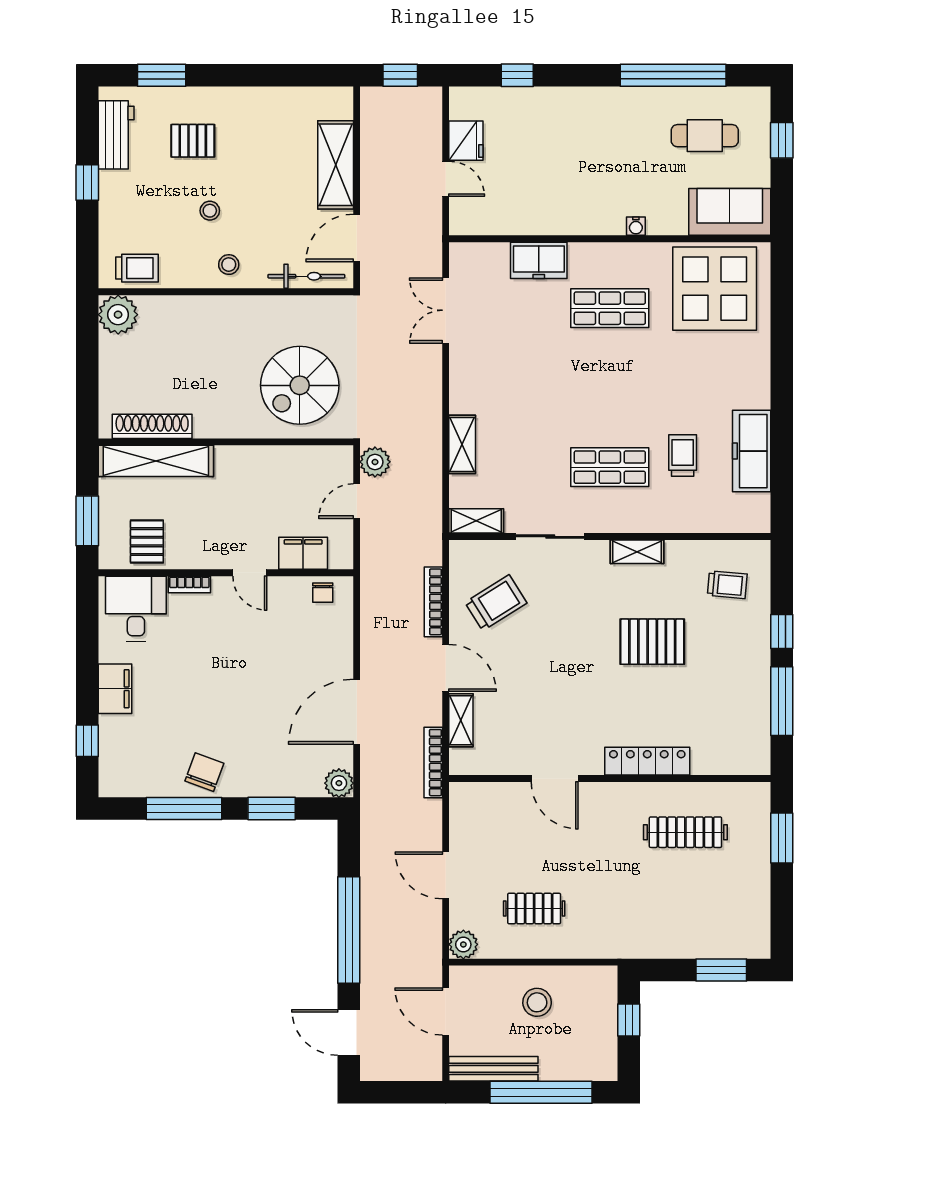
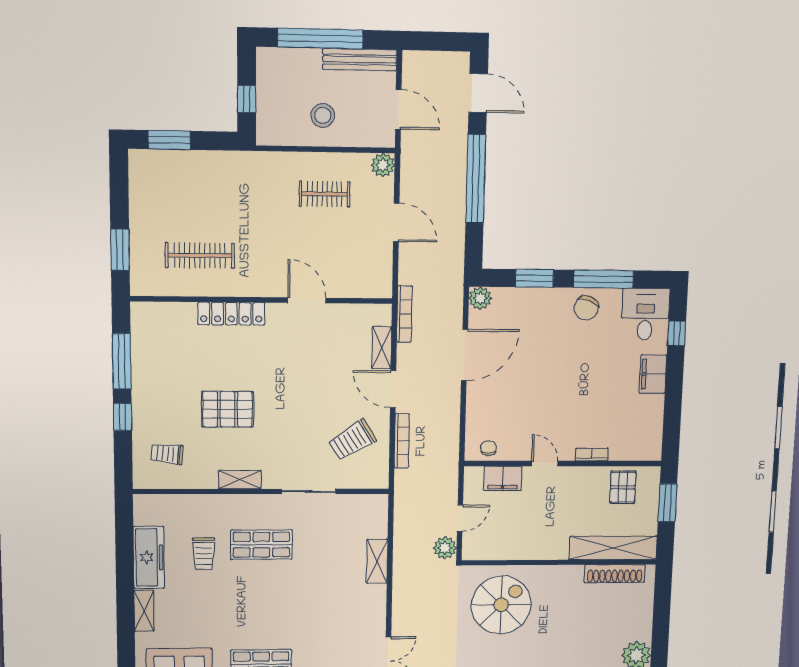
shelving: (476, 521) -> (144, 611), moved, turned 90
desk: (136, 609) -> (645, 314), moved, turned 180

